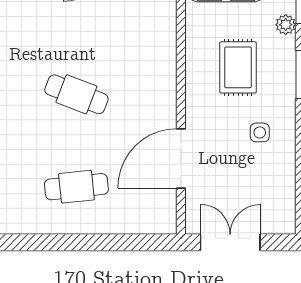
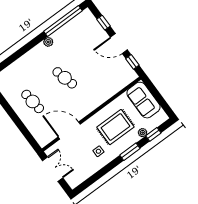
rug: (238, 67) -> (115, 127), width x1.36, depth x1.43
cafe table: (76, 94) -> (65, 78), turned -36

